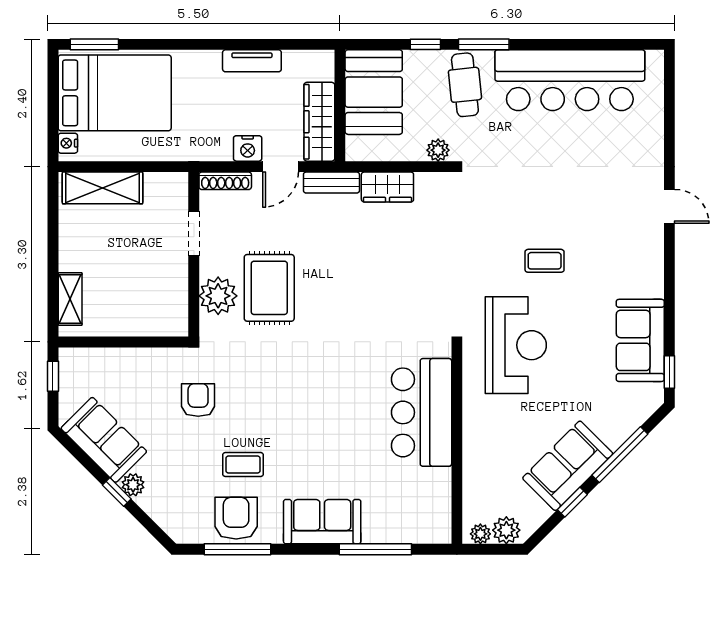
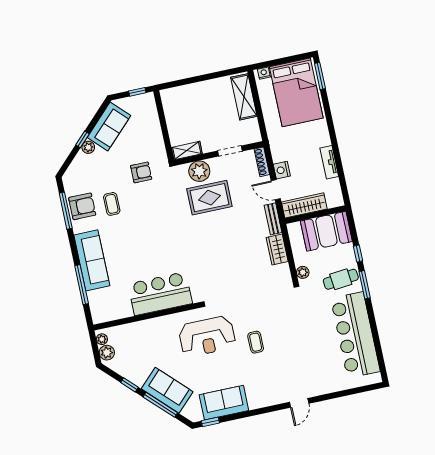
shelving: (70, 299) -> (187, 151), moved
sofa: (568, 466) -> (167, 390), moved
sofa: (322, 522) -> (92, 260), width x1.36

